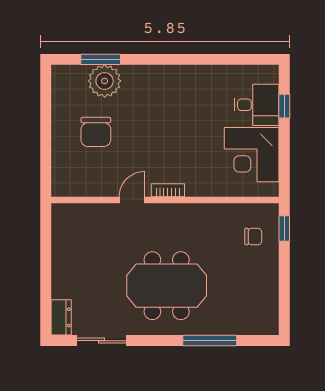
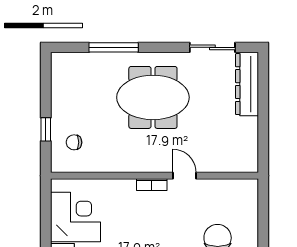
door: (132, 200) -> (185, 176), swing flipped
window: (284, 228) -> (46, 129), moved
dresser: (61, 317) -> (247, 84), width x1.96, depth x1.24

